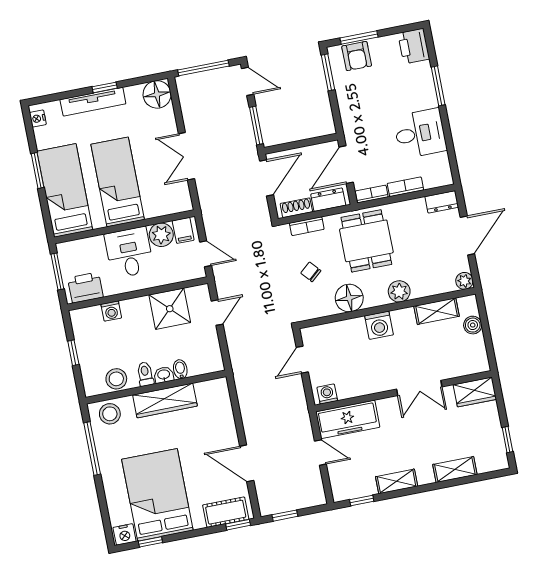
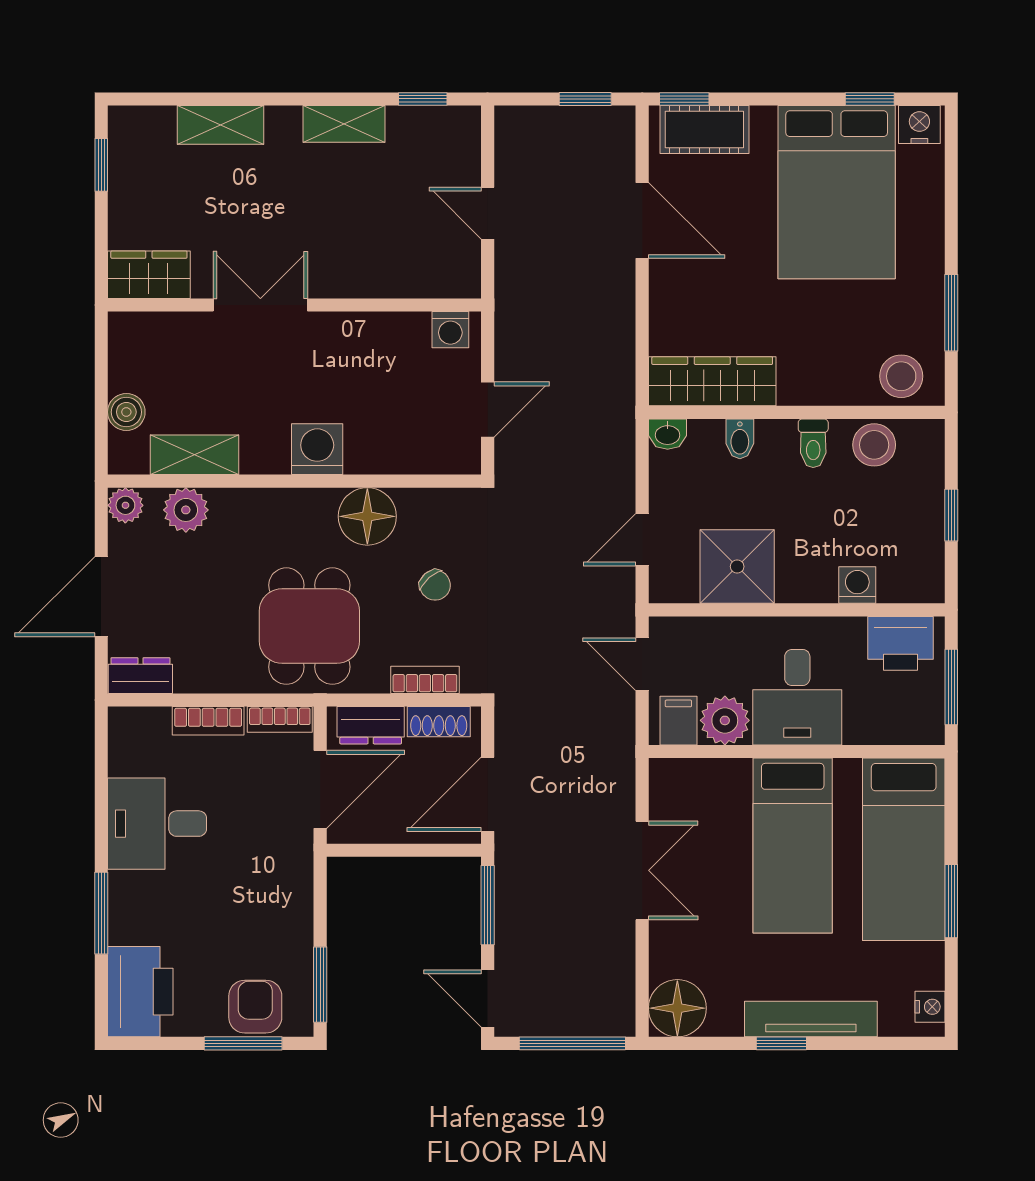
printer: (414, 46) -> (140, 992), width x1.37, depth x1.19
plant: (399, 291) -> (186, 510), moved
washbasin: (164, 375) -> (668, 434), moved
wardrobe: (165, 400) -> (712, 381), moved
freezer: (348, 419) -> (419, 270), removed
window: (92, 448) -> (951, 313), width x0.69

